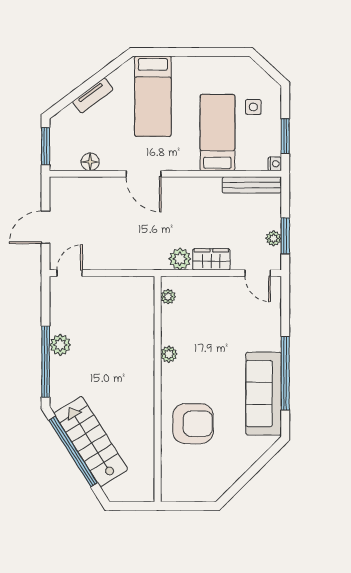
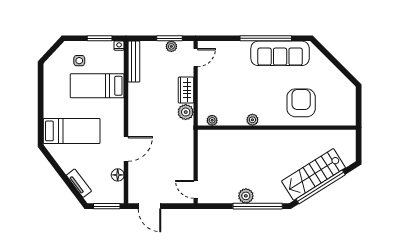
tv unit: (93, 96) -> (79, 183), moved
door: (144, 174) -> (126, 149), moved
door: (46, 227) -> (149, 206), moved

